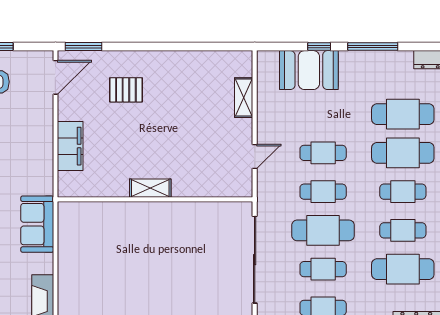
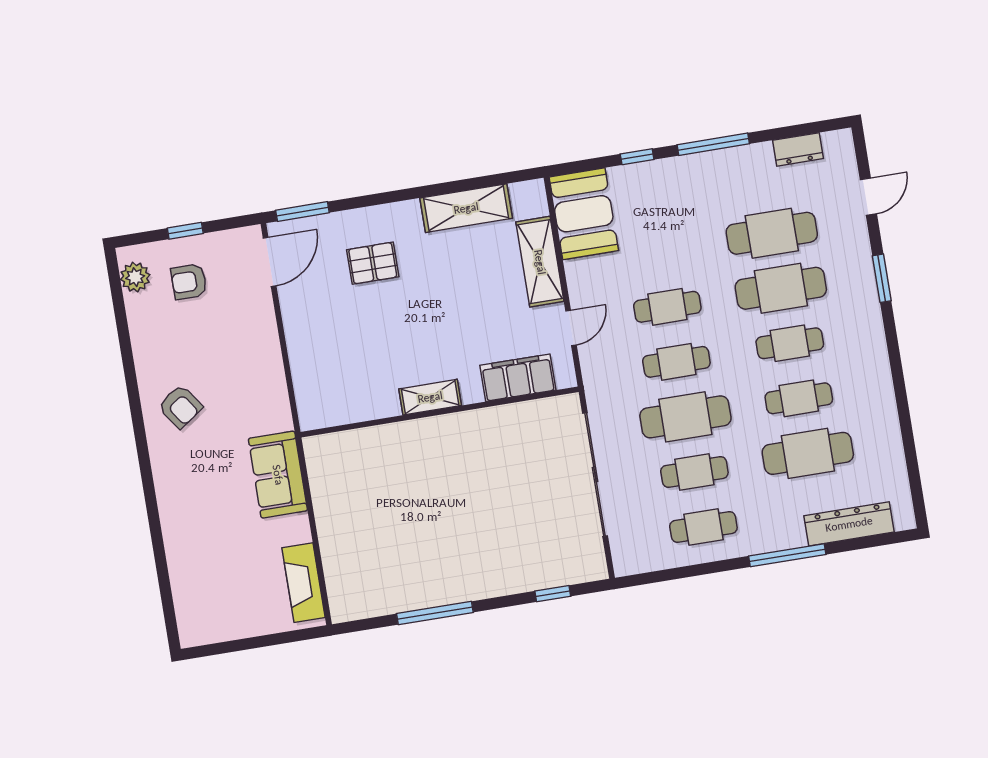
shelving: (196, 63) -> (466, 208), added
booth: (309, 70) -> (584, 214), moved, turned 90
shelving: (244, 98) -> (540, 262), width x1.50, depth x1.33
filing cabinet: (70, 146) -> (518, 378), moved, turned -90

